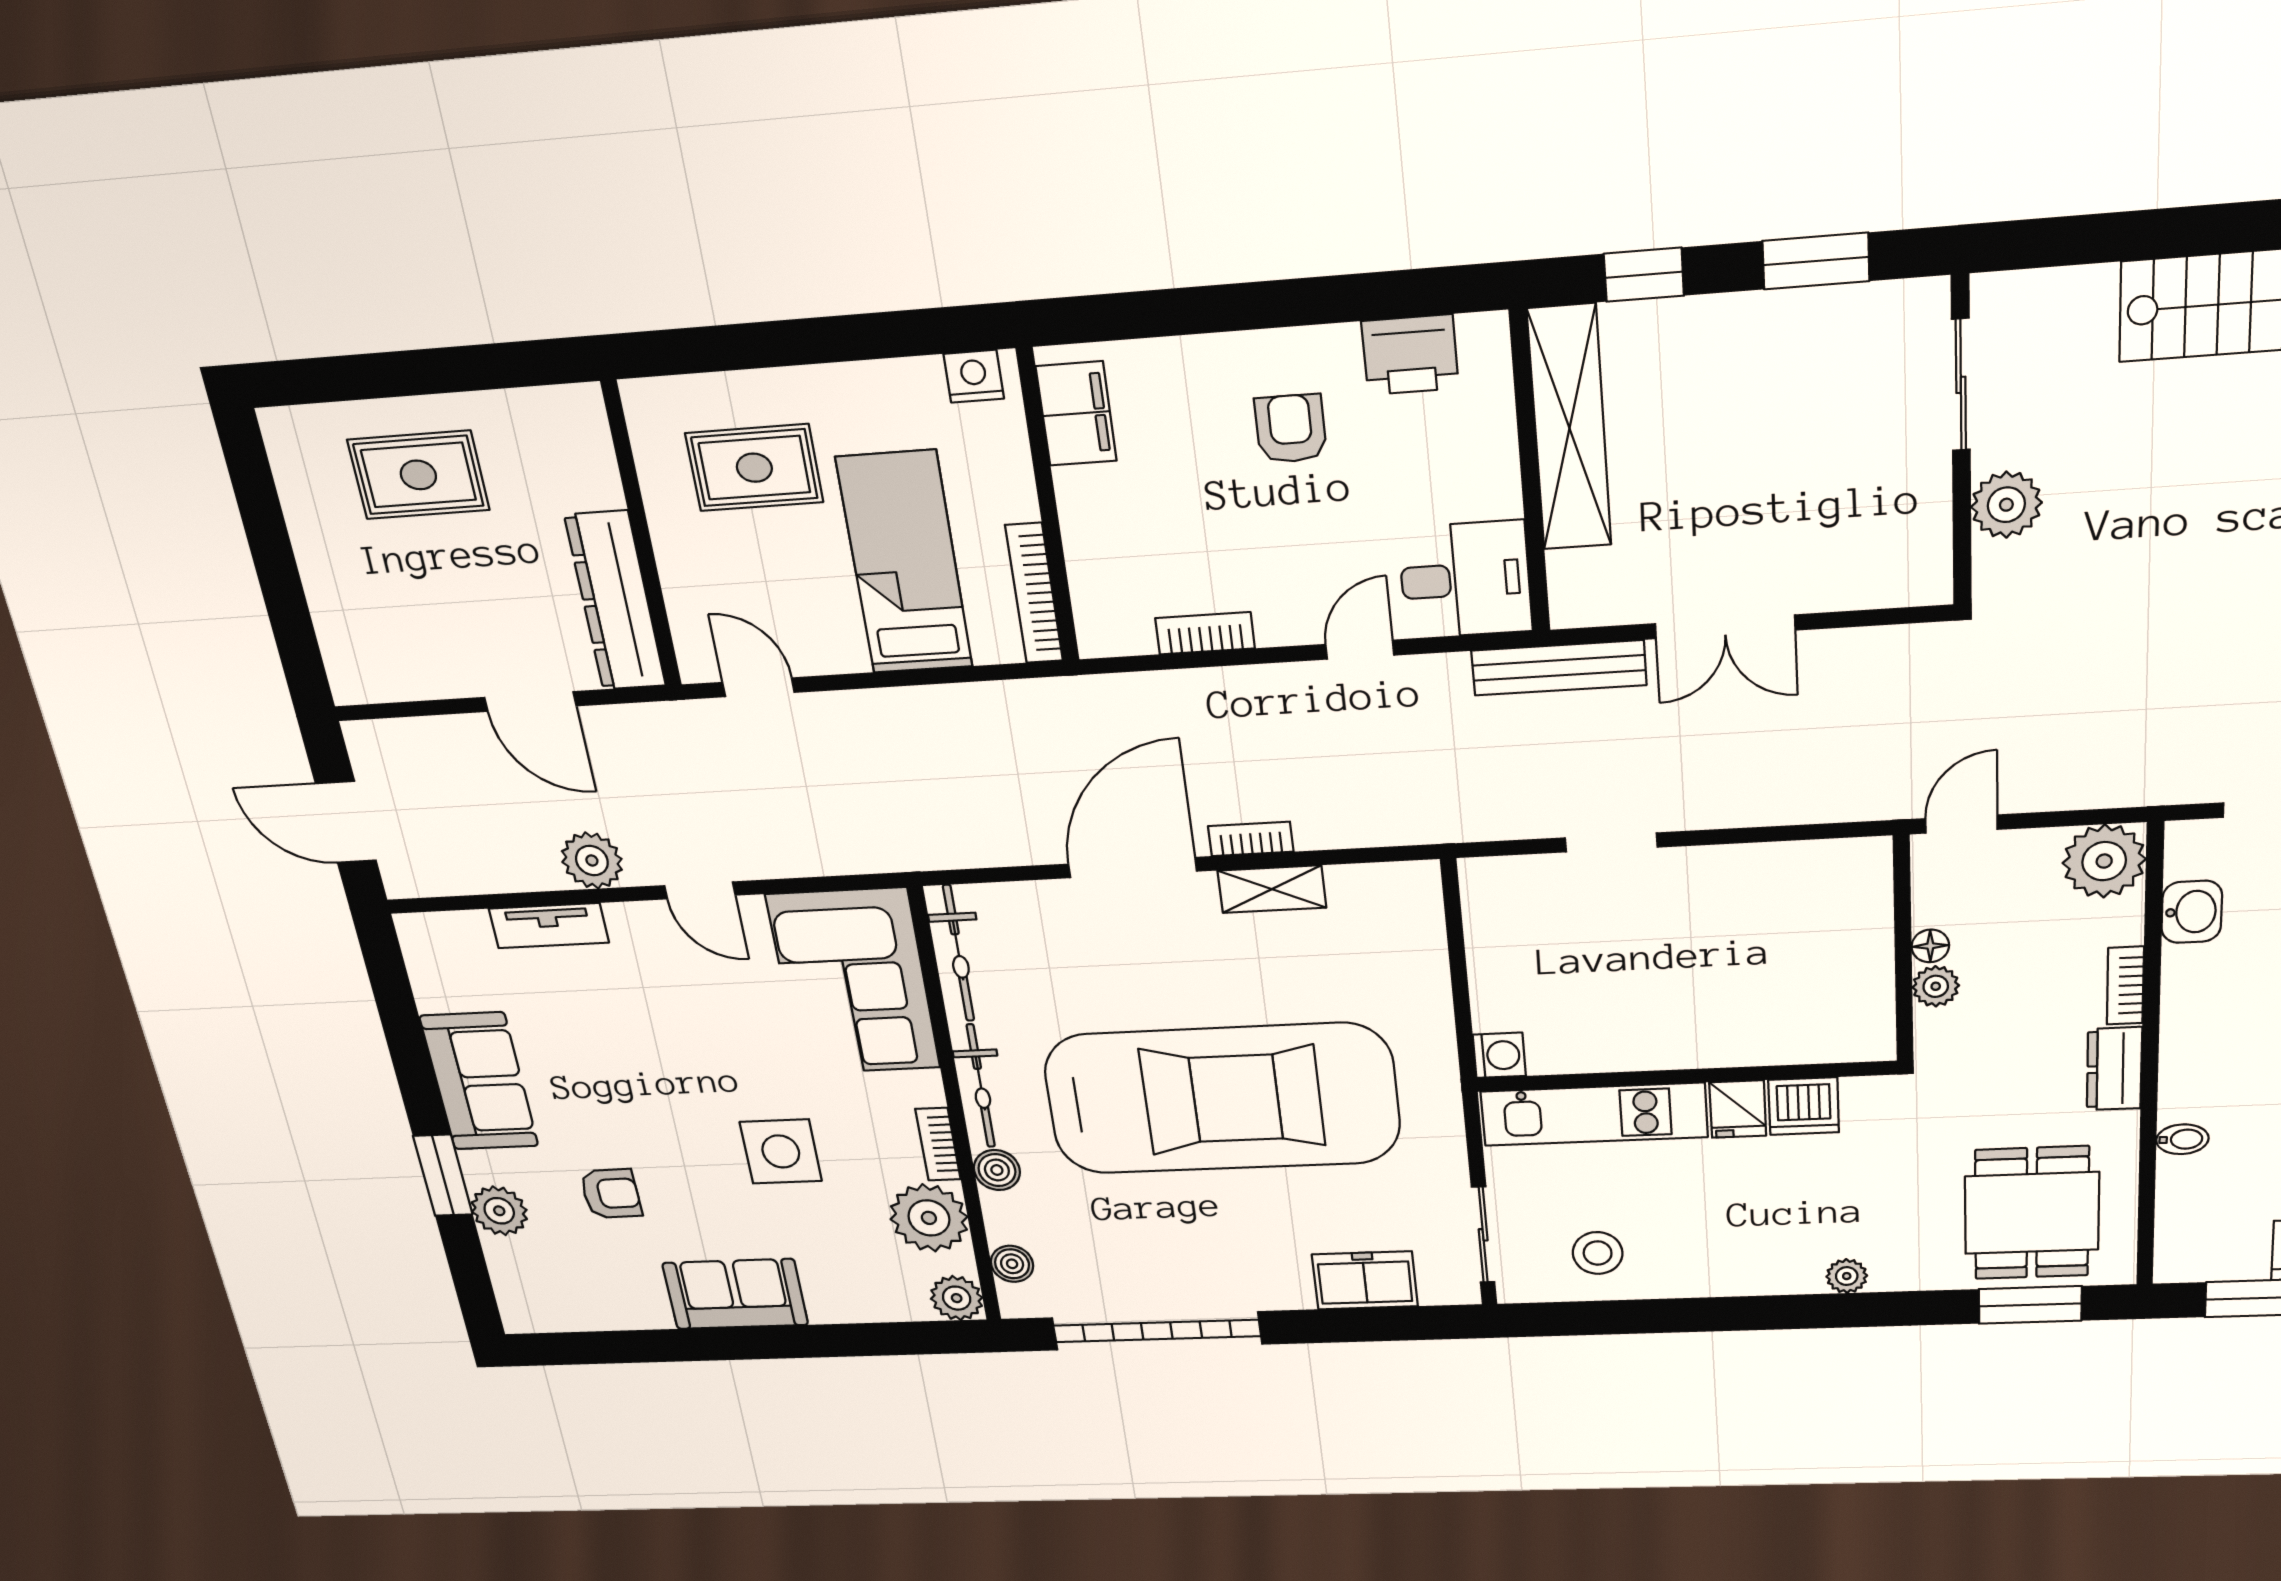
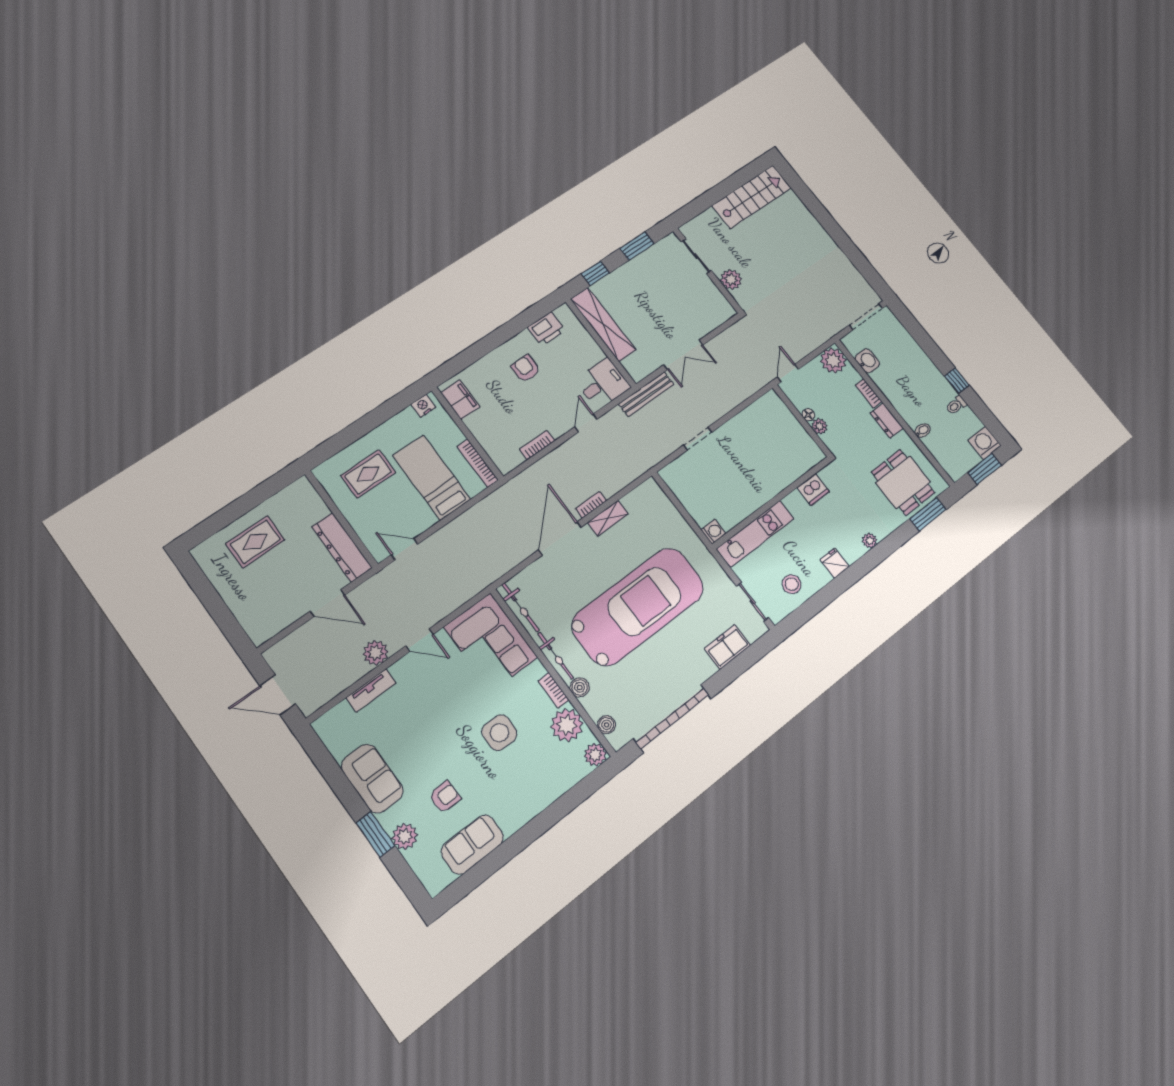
fridge: (1738, 1109) -> (835, 563), moved, turned 180
sofa: (735, 1294) -> (472, 845), moved

